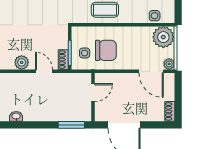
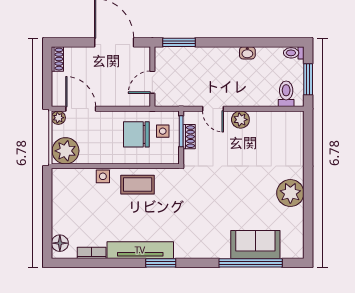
side table: (155, 16) -> (103, 176), moved
shoe rack: (63, 60) -> (189, 137), moved

